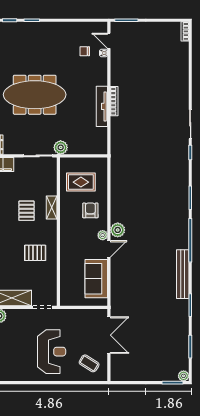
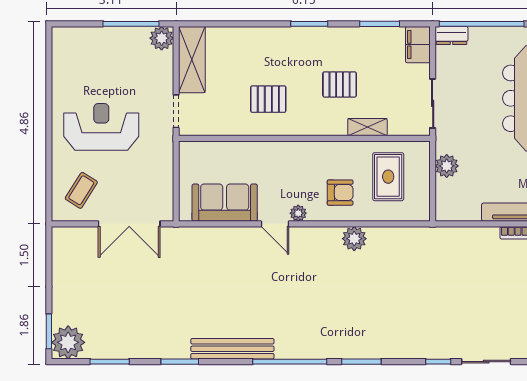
plant: (61, 147) -> (447, 166), moved
shelving: (52, 207) -> (367, 127), moved
plant: (118, 230) -> (354, 239), moved
pallet: (35, 253) -> (268, 99), turned 90
reception desk: (52, 352) -> (101, 127), turned 180
plant: (184, 376) -> (68, 342), width x1.87, depth x1.87

